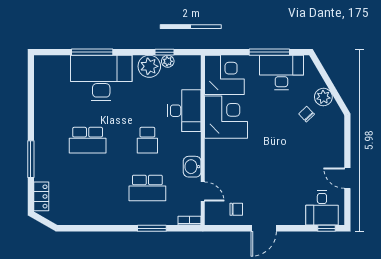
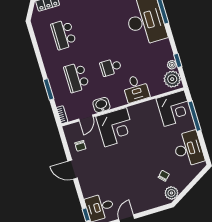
window: (269, 52) -> (194, 116), moved
plant: (149, 66) -> (172, 79), moved
plant: (323, 97) -> (171, 193), moved
desk: (184, 111) -> (136, 89), width x0.73
corner desk: (226, 117) -> (116, 127), moved
school desk: (88, 140) -> (64, 34), moved

